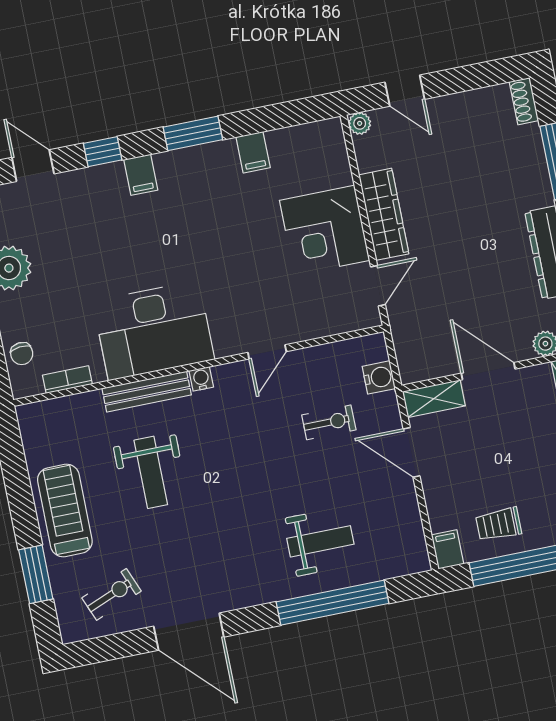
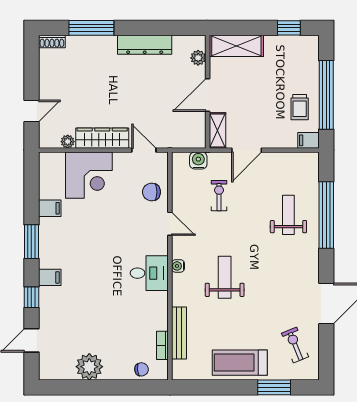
plant: (360, 123) -> (68, 142), moved
corner desk: (325, 230) -> (89, 175), moved
chair: (313, 312) -> (152, 192), added
desk: (154, 330) -> (149, 273), width x0.53, depth x0.77
bench: (147, 392) -> (179, 333), moved
weight bench: (151, 472) -> (225, 277), moved, turned -90

